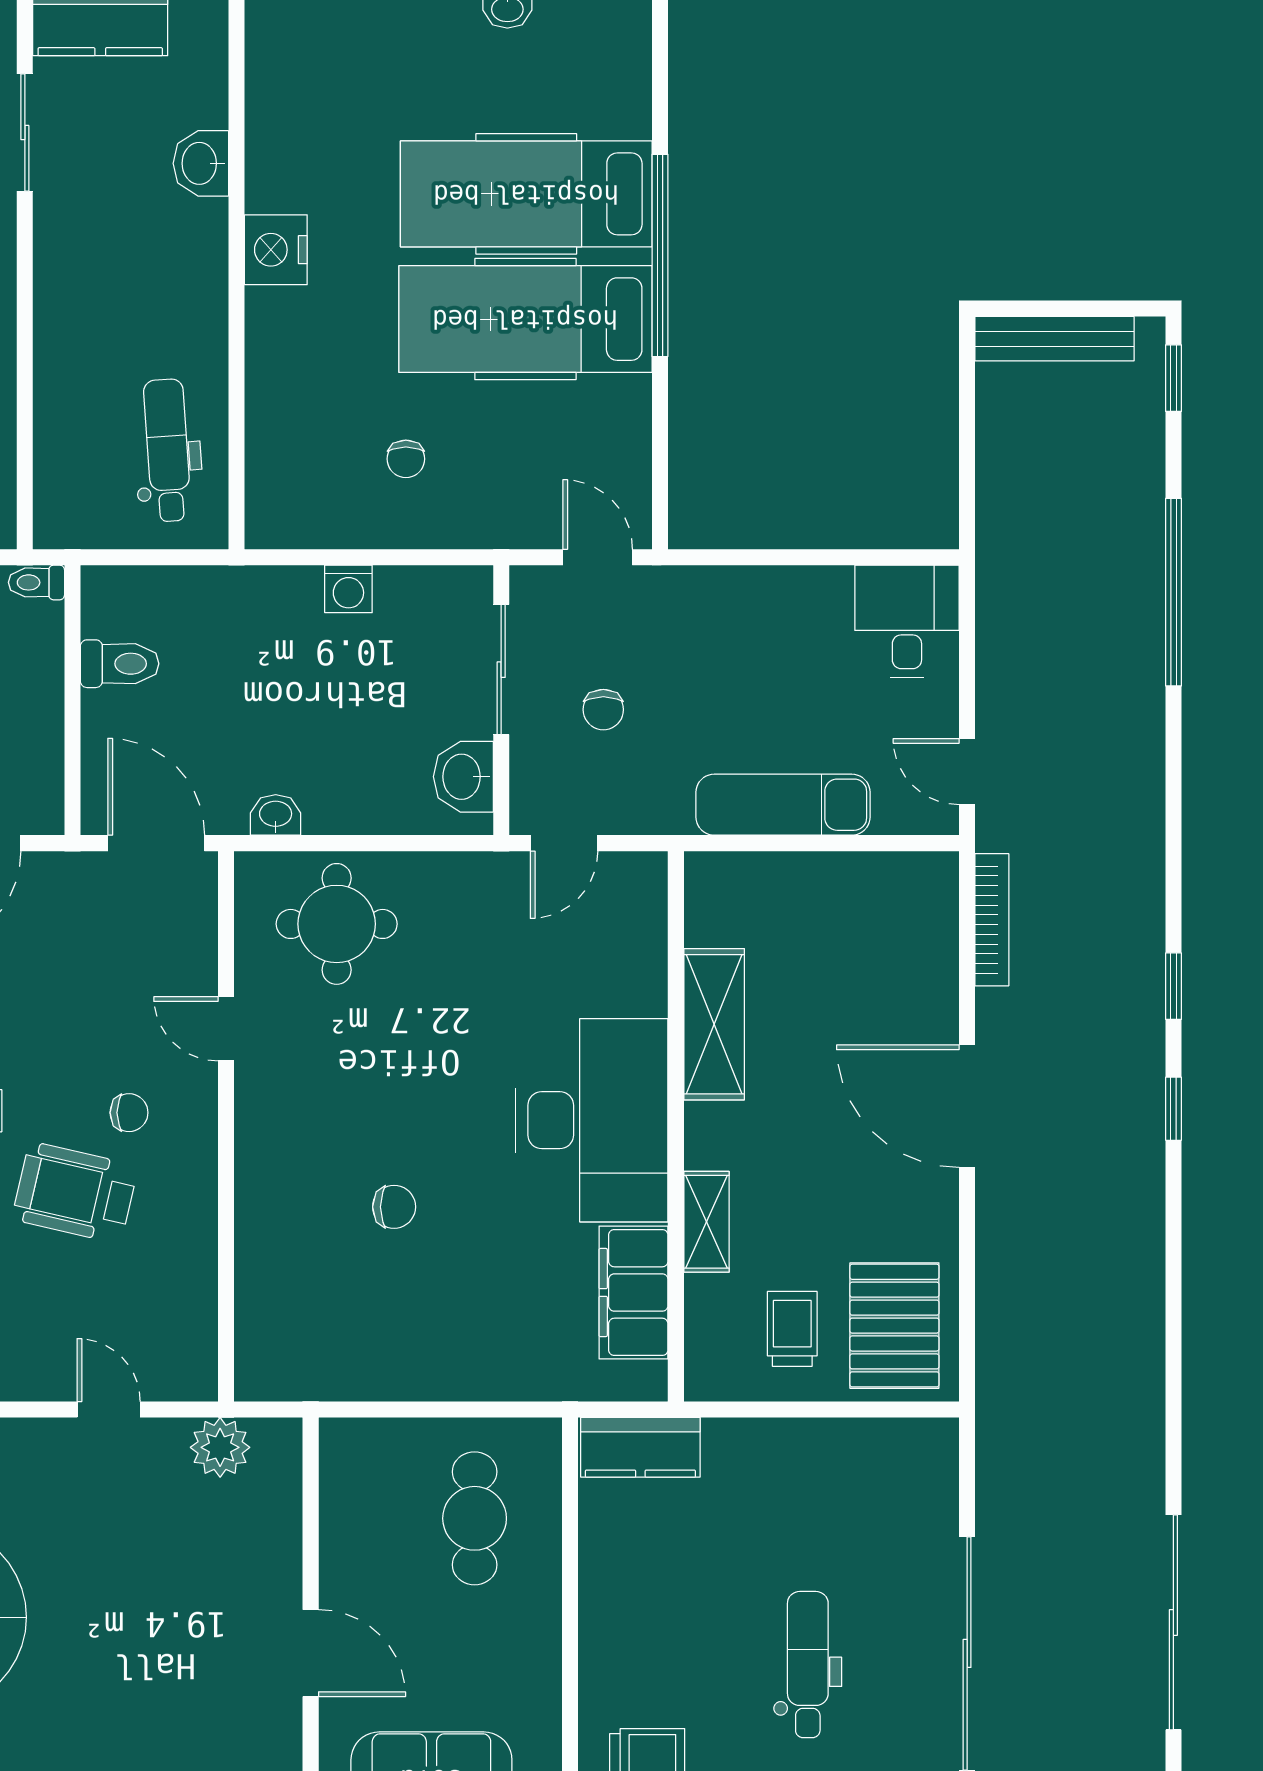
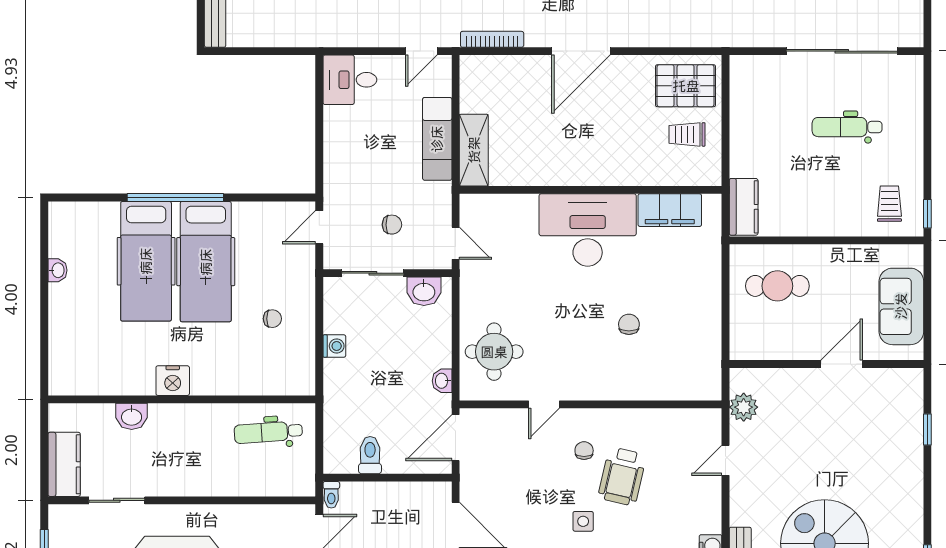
shelving: (714, 1024) -> (474, 150), moved, turned 90
shelving: (706, 1222) -> (636, 175), removed

